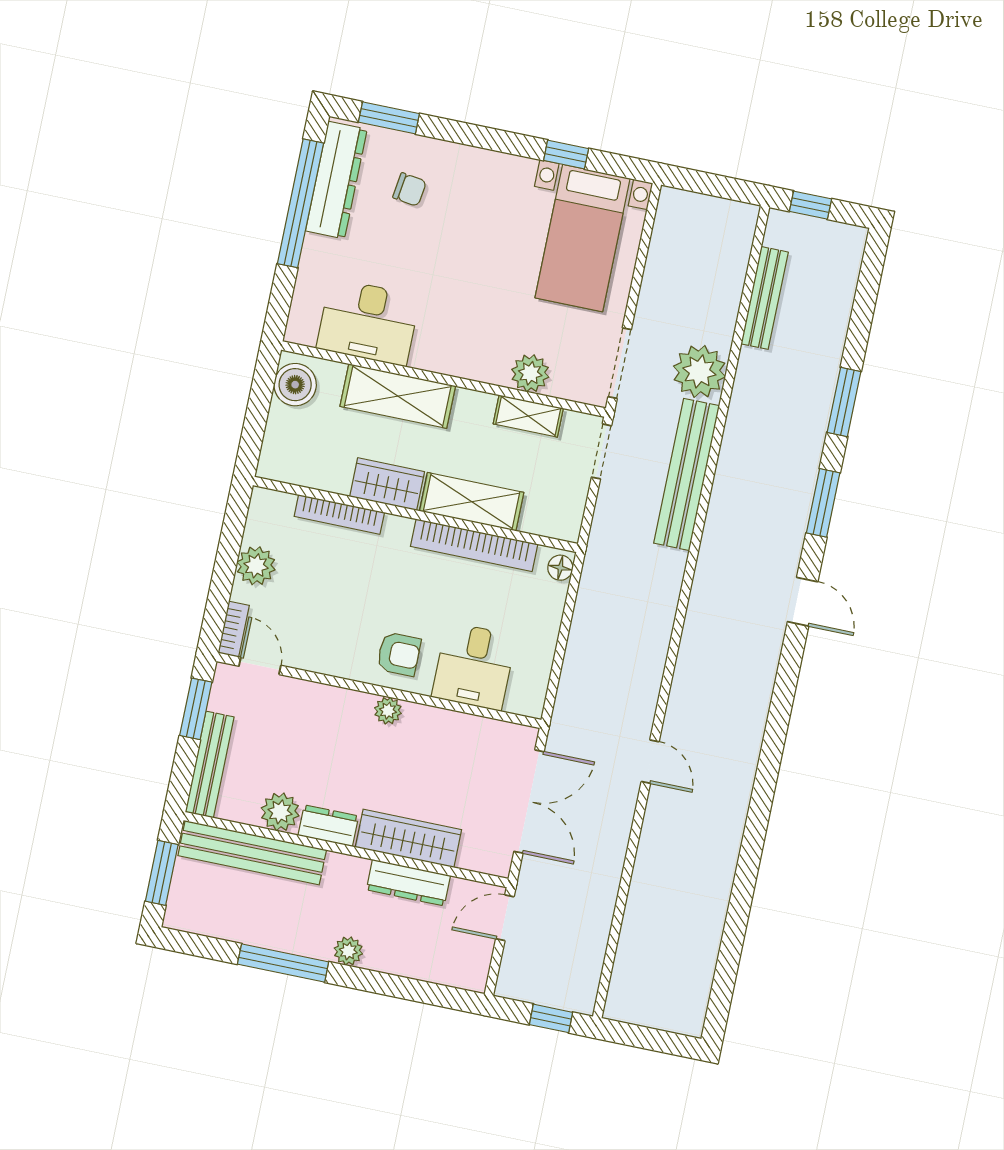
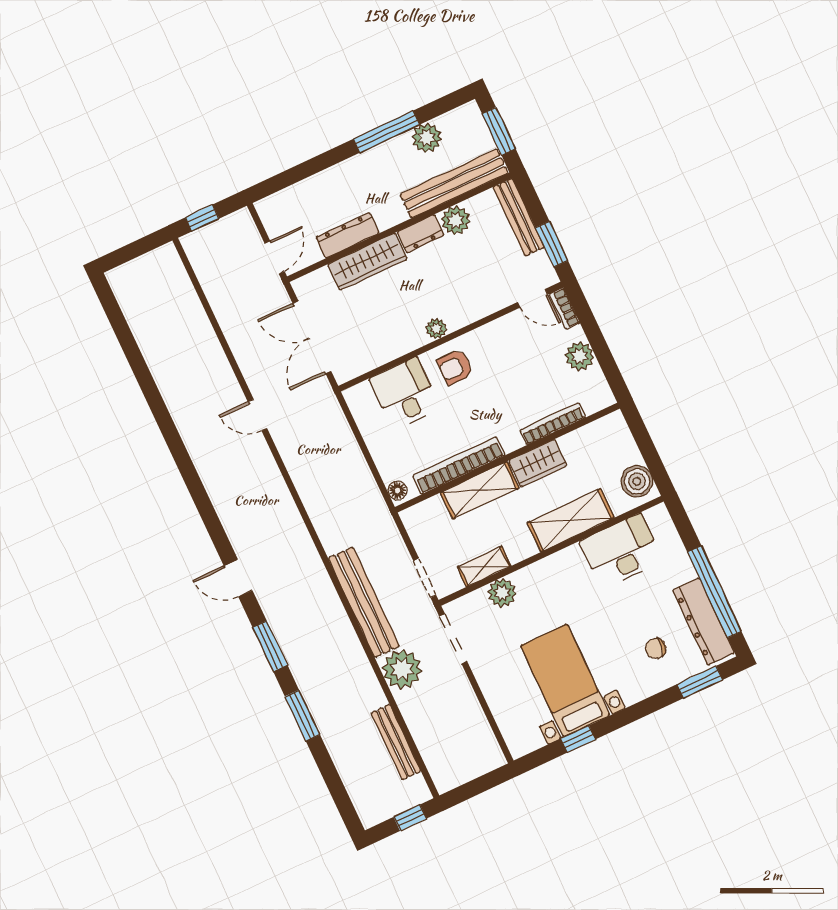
bed with nightstands: (583, 238) -> (565, 681), moved
plant: (348, 951) -> (427, 138), moved, width x1.38, depth x1.38

